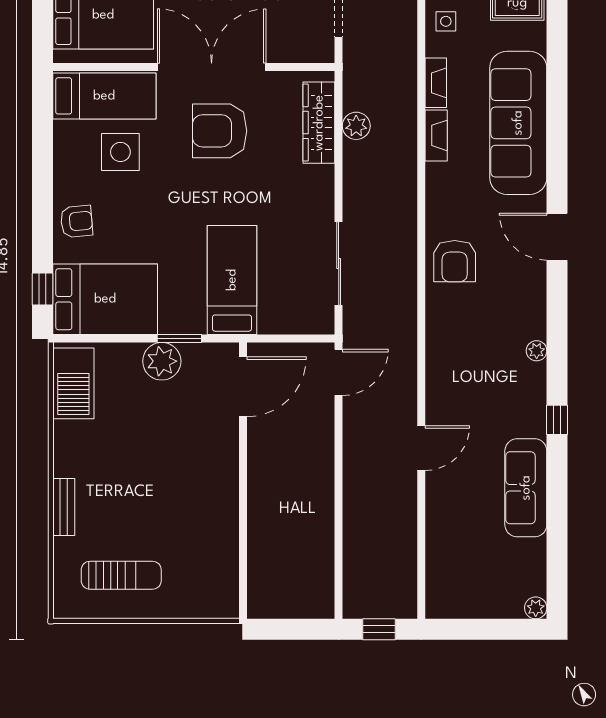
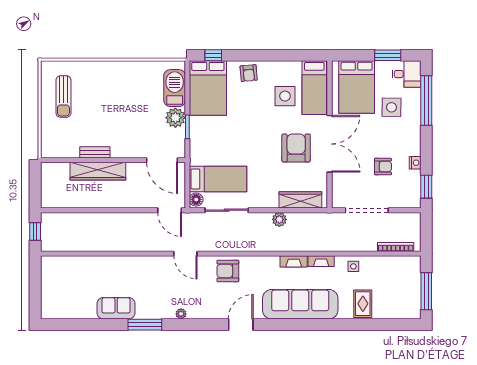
plant: (356, 126) -> (279, 219), moved
bed: (232, 280) -> (218, 179), moved
floor lamp: (318, 322) -> (196, 200), added
barbecue: (73, 383) -> (175, 88), moved, turned 90
window: (557, 420) -> (145, 325), width x2.17
door: (421, 448) -> (185, 254), moved
sofa: (526, 488) -> (116, 308), width x0.73
bench: (64, 507) -> (95, 152), moved
wardrobe: (264, 509) -> (98, 171), added
plant: (536, 608) -> (46, 313), removed

